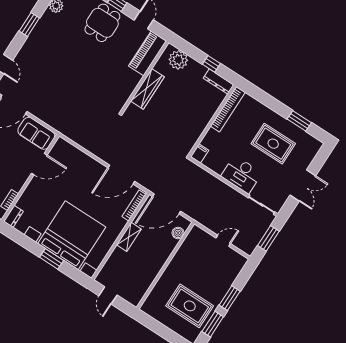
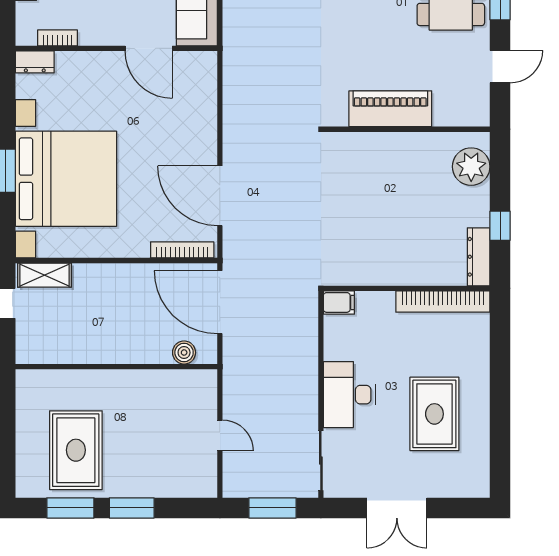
piano: (147, 53) -> (390, 109), moved
wardrobe: (147, 89) -> (390, 147), removed
window: (299, 121) -> (500, 433), removed
shelving: (129, 237) -> (44, 275), moved

